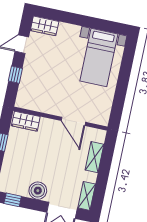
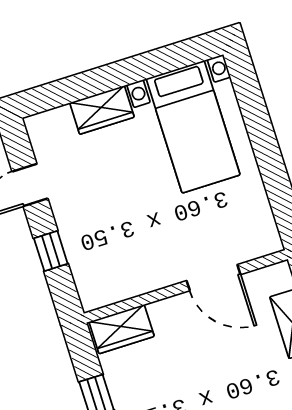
wardrobe: (45, 26) -> (102, 110), moved

